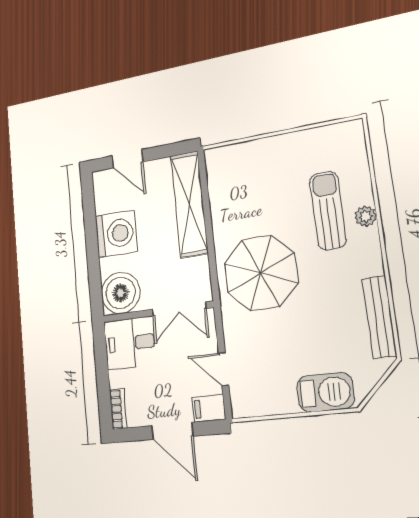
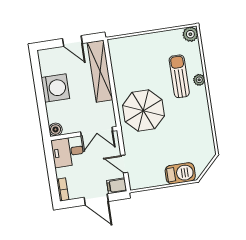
plant: (351, 134) -> (190, 34), added
door: (127, 159) -> (72, 41), moved
boiler: (121, 293) -> (56, 129), width x0.54, depth x0.54
bench: (379, 317) -> (207, 133), removed

